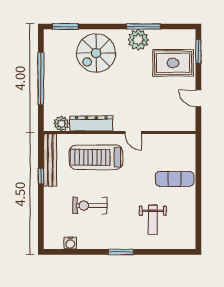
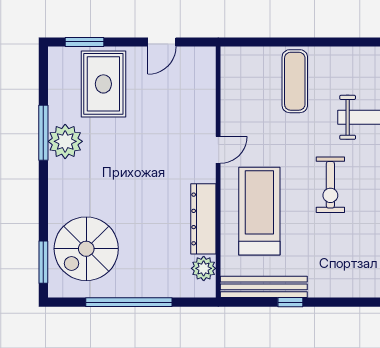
spiral stairs: (96, 53) -> (86, 249), moved, turned 90
treadmill: (96, 157) -> (259, 211), turned 180
exercise bike: (90, 206) -> (330, 185), moved

